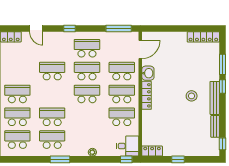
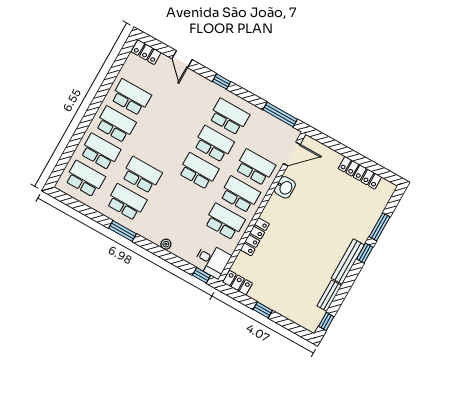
locker: (203, 37) -> (360, 173), moved
school desk: (52, 71) -> (131, 97), moved
locker: (147, 95) -> (255, 237), moved
stool: (192, 96) -> (322, 244), removed

